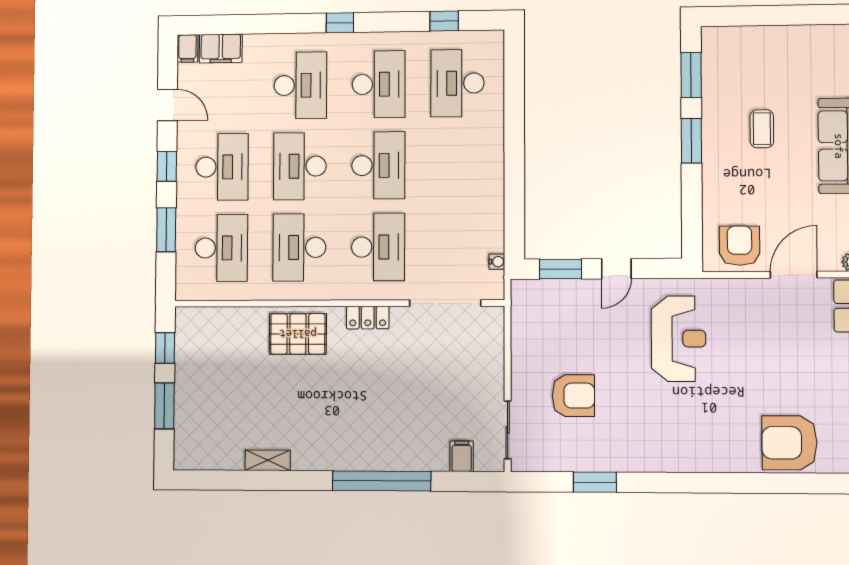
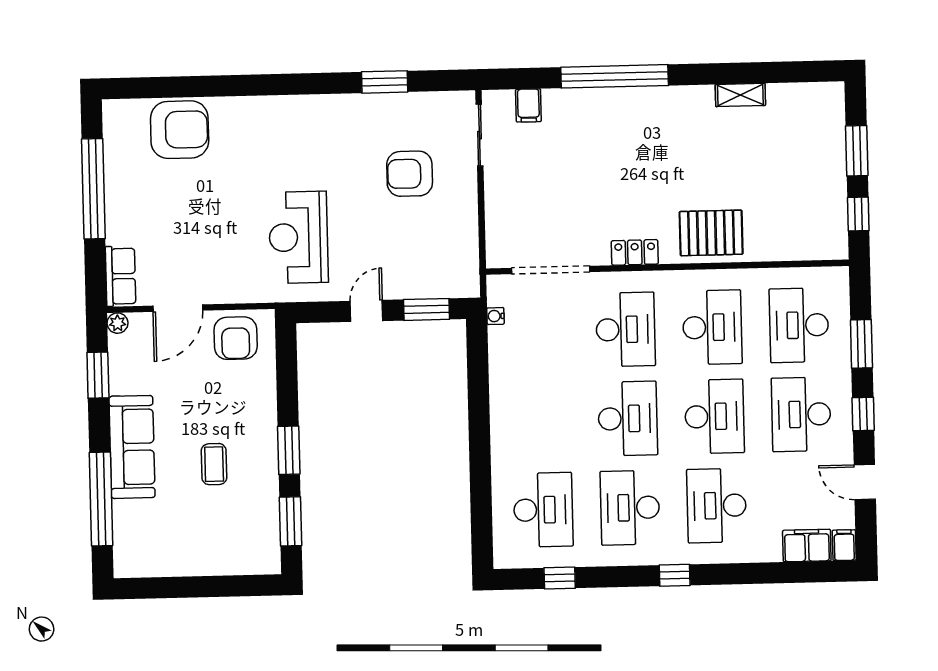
desk: (378, 165) -> (628, 419), turned 180
desk: (378, 247) -> (626, 329), turned 180

